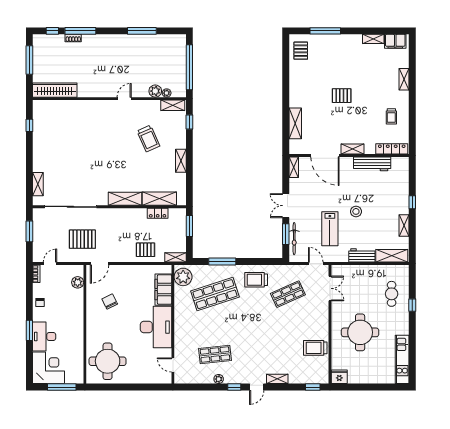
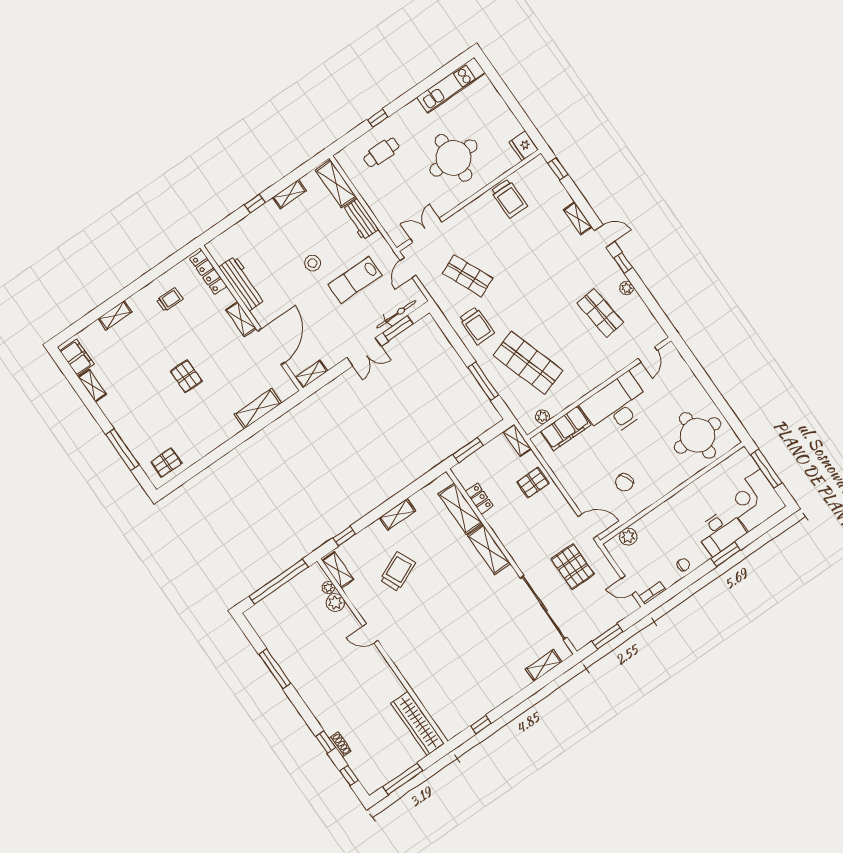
window: (80, 31) -> (326, 742), width x0.46
lab bench: (330, 229) -> (355, 280), turned 180
pallet: (145, 250) -> (533, 483), turned 90
plant: (183, 277) -> (543, 417), width x0.53, depth x0.53

